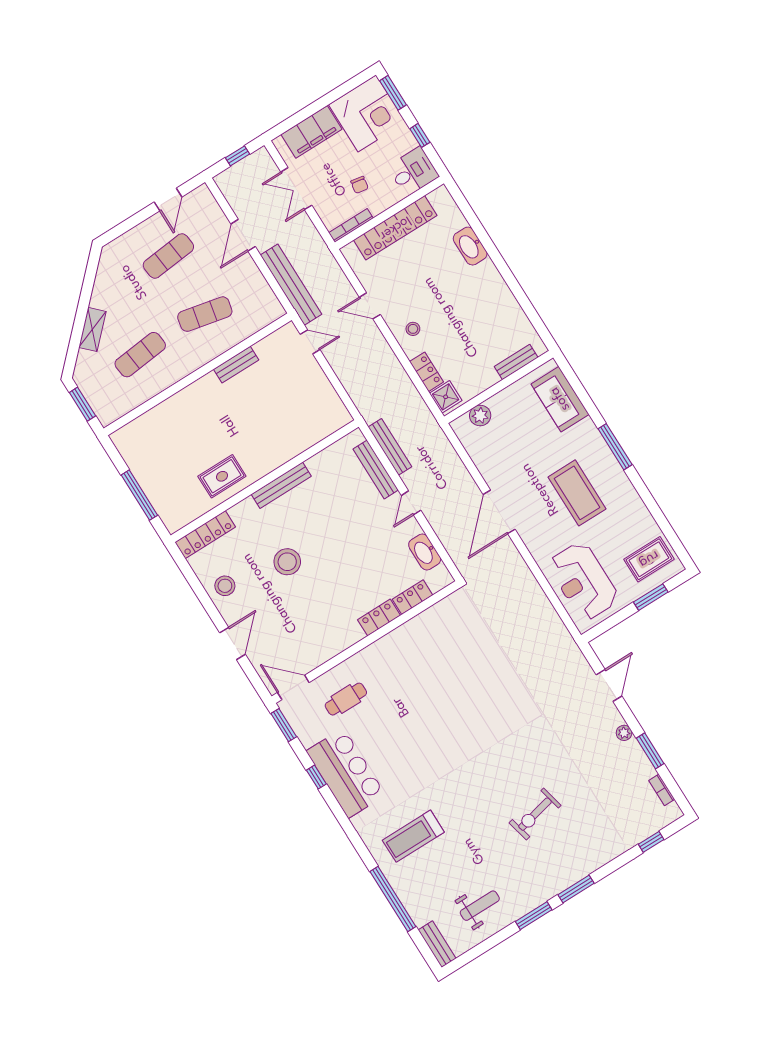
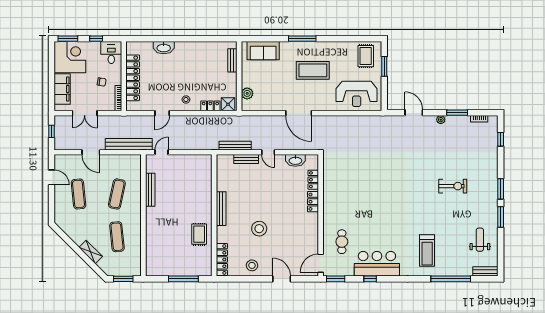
bench: (236, 365) -> (150, 190), width x1.36
bench: (376, 470) -> (246, 159), width x0.73
exercise bike: (535, 814) -> (453, 186), turned -77

